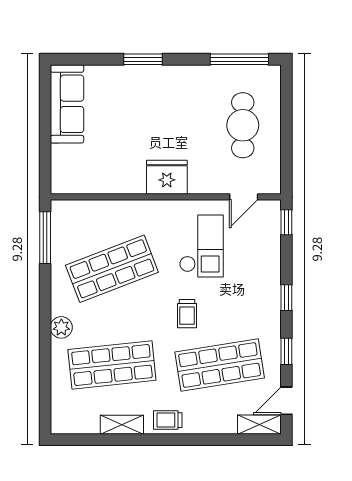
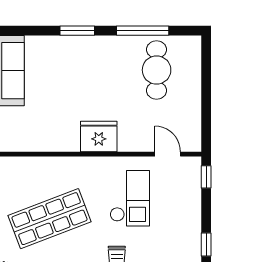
window: (239, 59) -> (143, 31), moved
cafe table: (243, 125) -> (157, 70), moved
door: (244, 197) -> (168, 154), swing flipped

